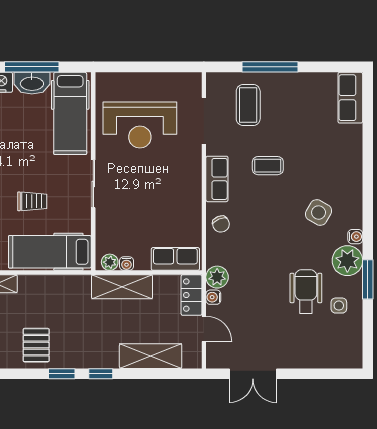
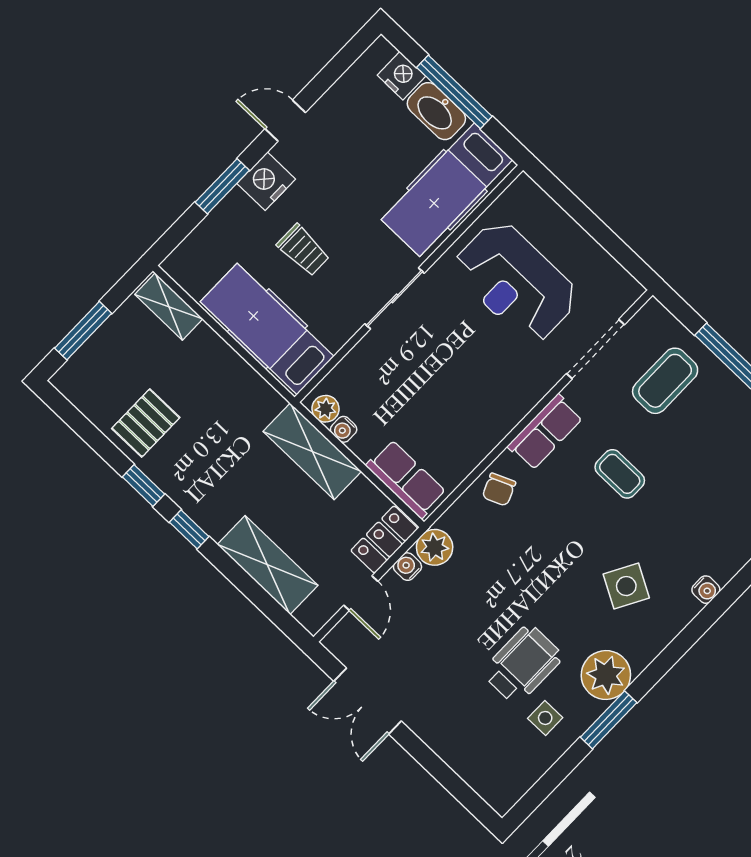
water cooler: (355, 237) -> (706, 590), moved

